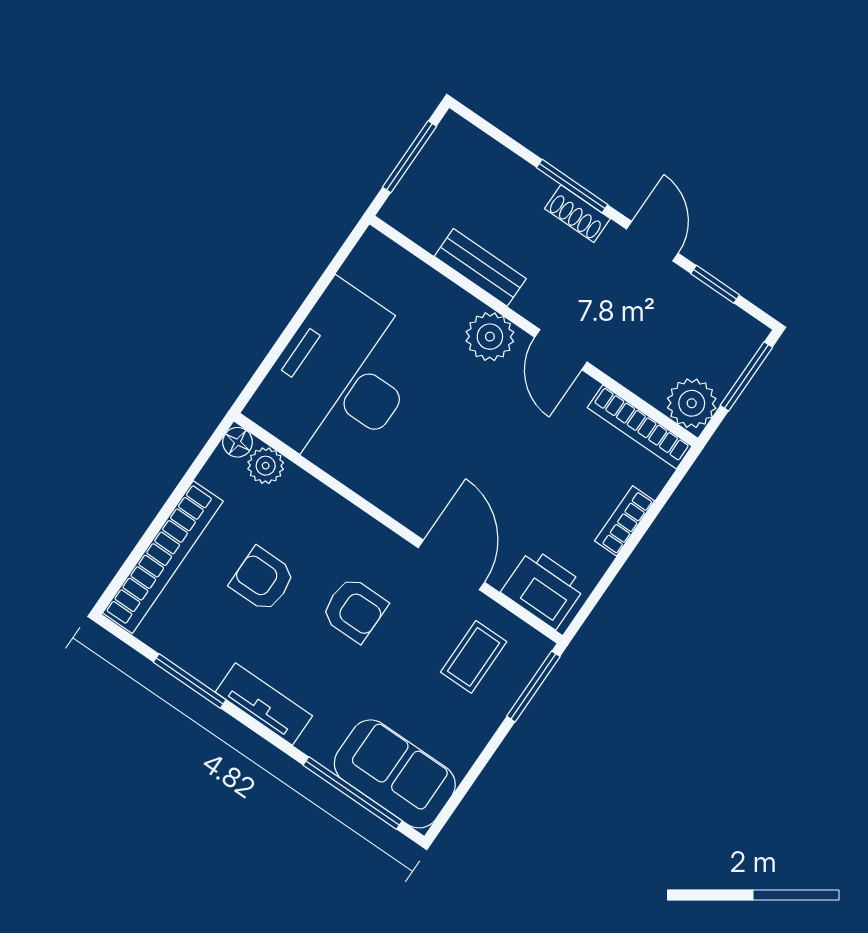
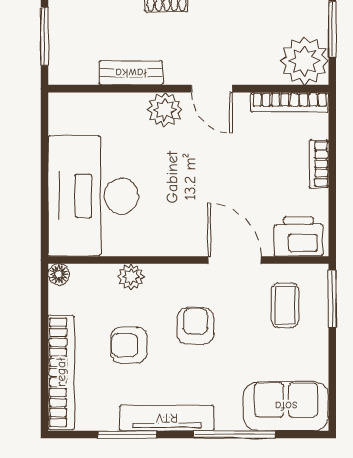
plant: (692, 403) -> (304, 61), width x1.36, depth x1.36
plant: (266, 466) -> (131, 277), moved
armchair: (354, 610) -> (195, 326), turned -90
tv unit: (264, 704) -> (167, 418), width x1.41
window: (353, 793) -> (234, 435), moved

